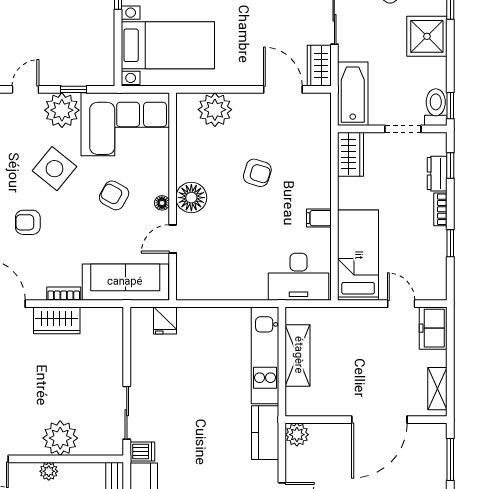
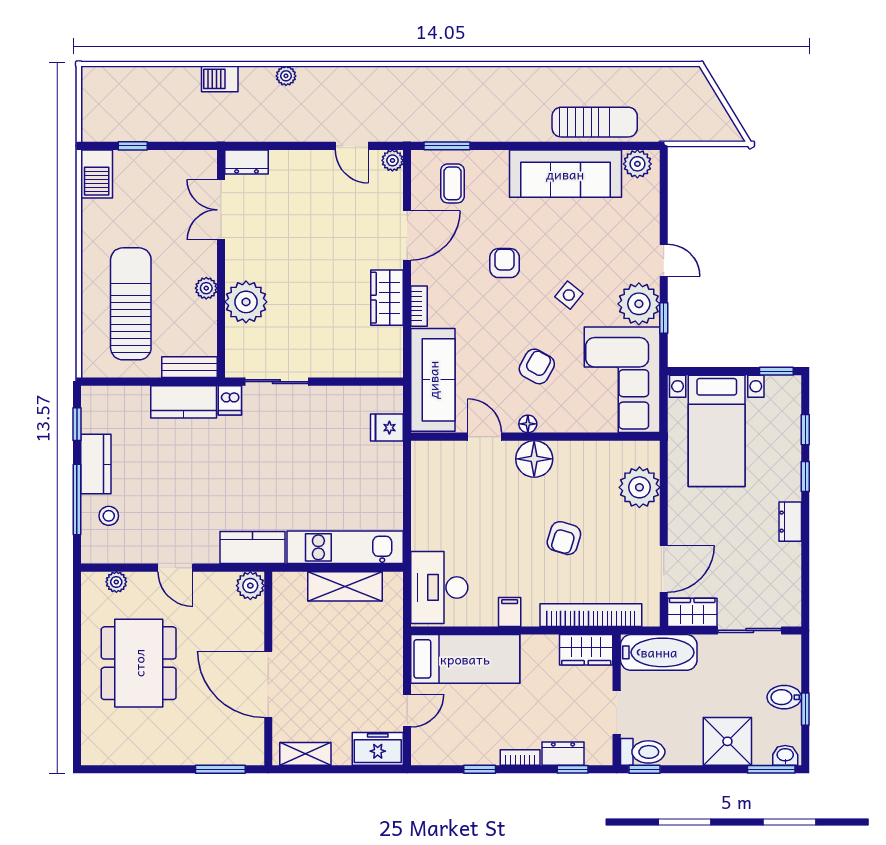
bookcase: (322, 150) -> (591, 615), added
side table: (55, 169) -> (569, 295), width x0.54, depth x0.54

